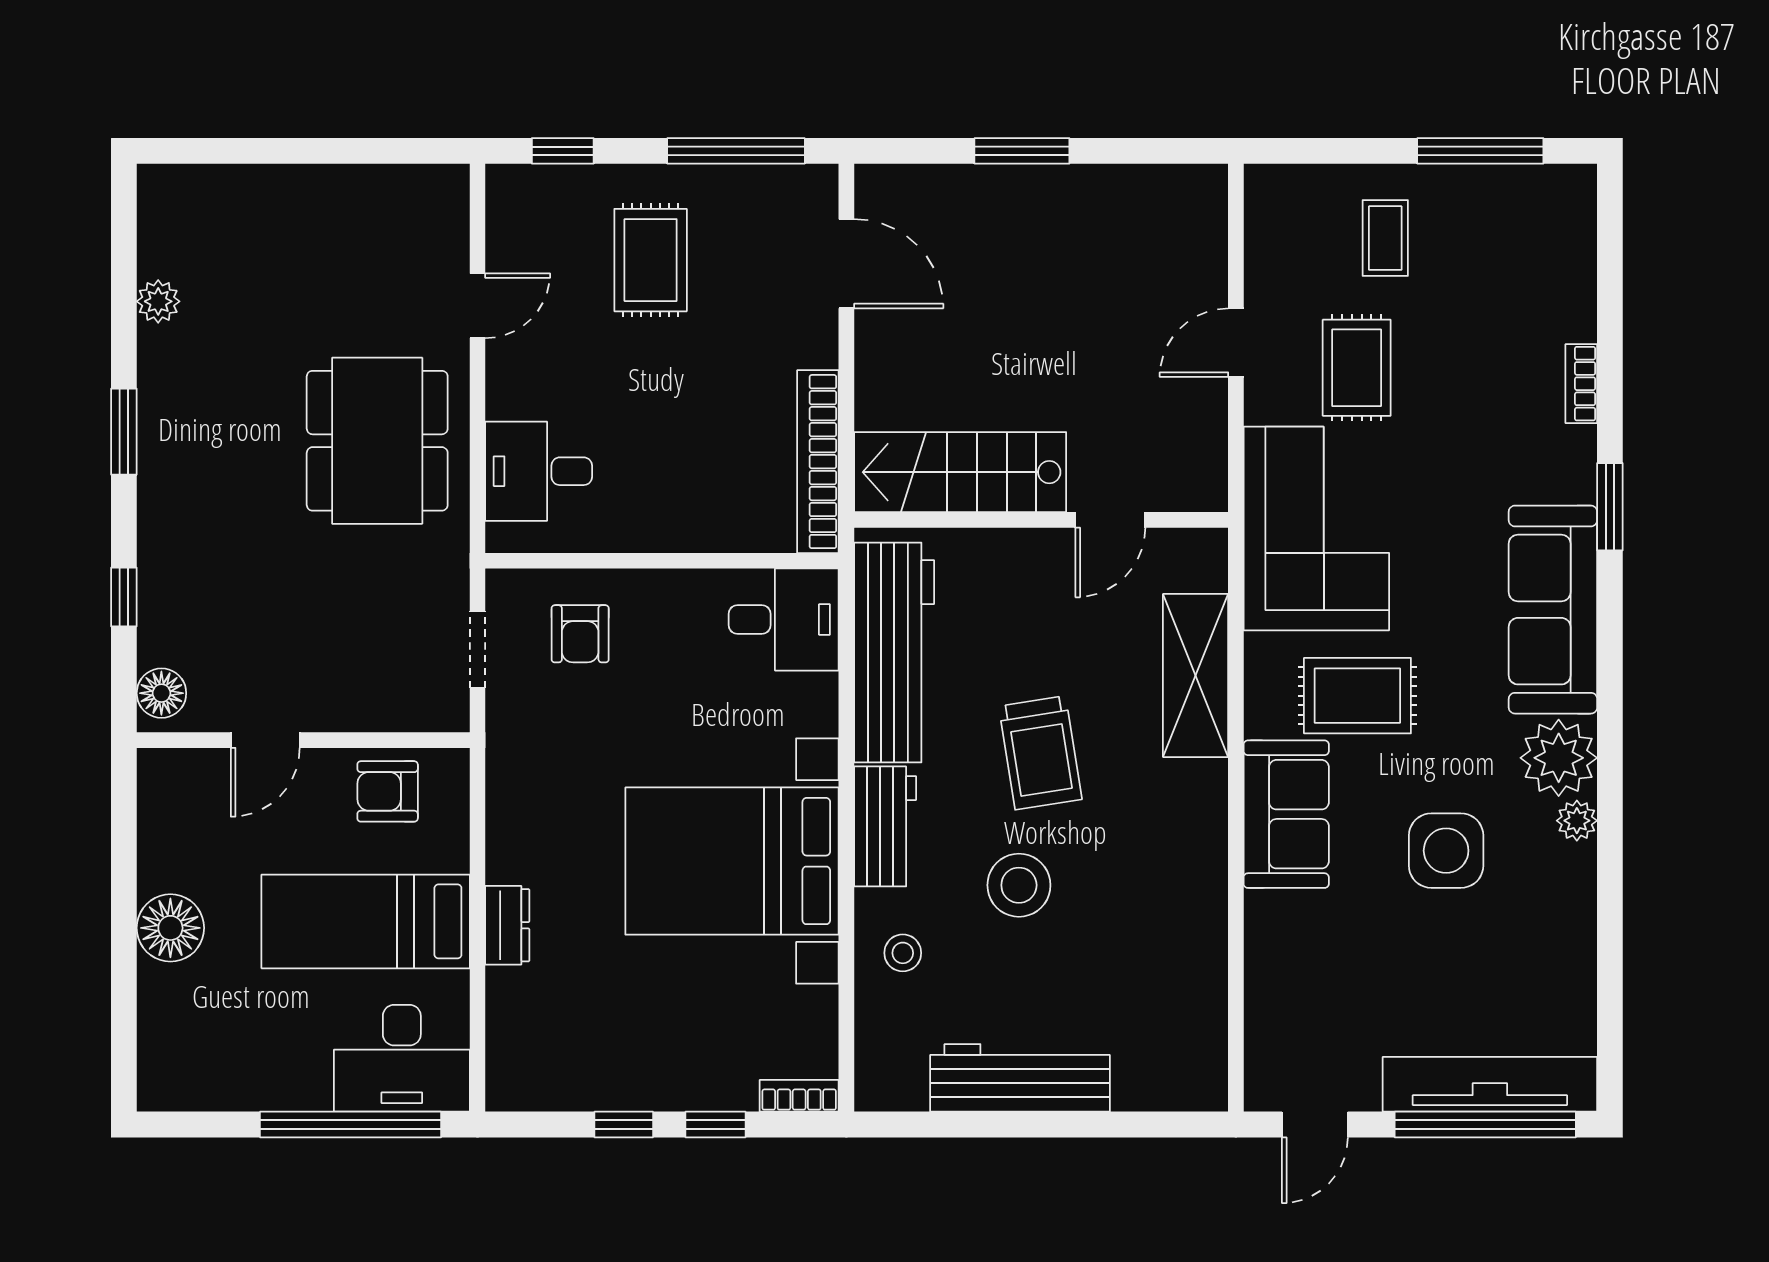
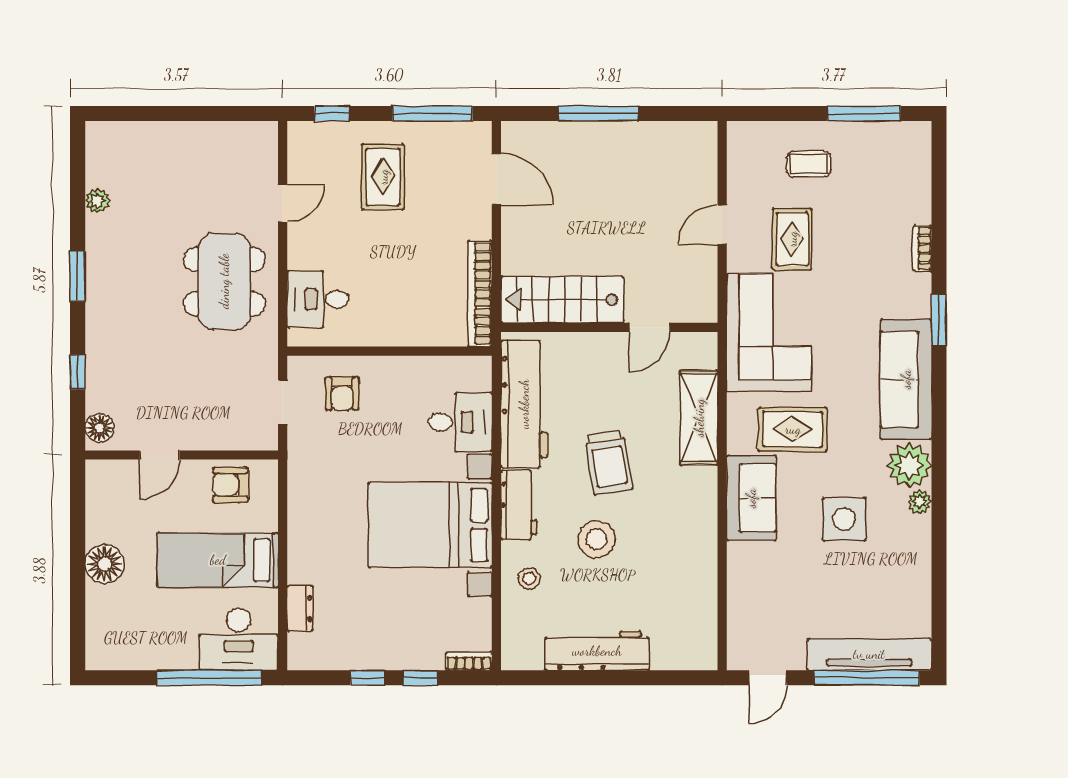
window: (1022, 151) -> (598, 113), width x1.44
coffee table: (1385, 238) -> (809, 164), turned 90
desk: (784, 620) -> (460, 422), moved
dresser: (507, 925) -> (300, 608), moved

